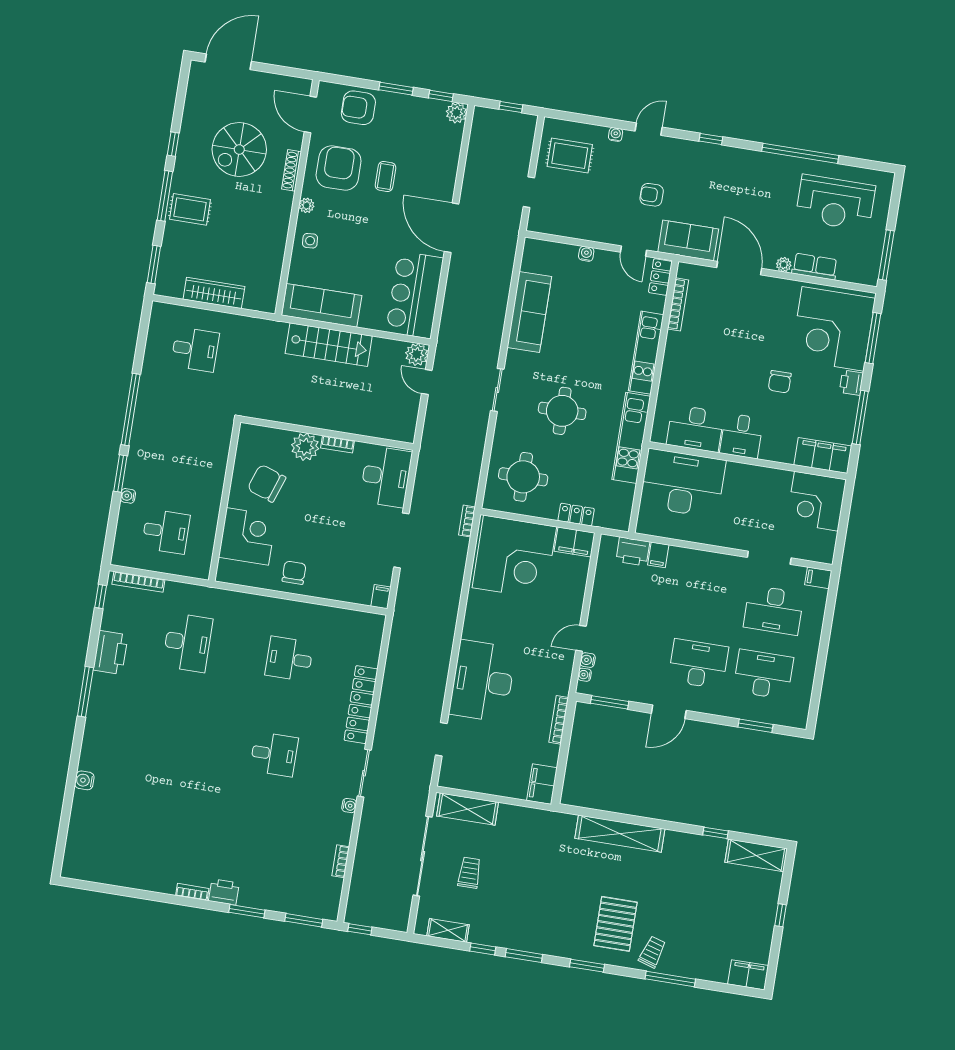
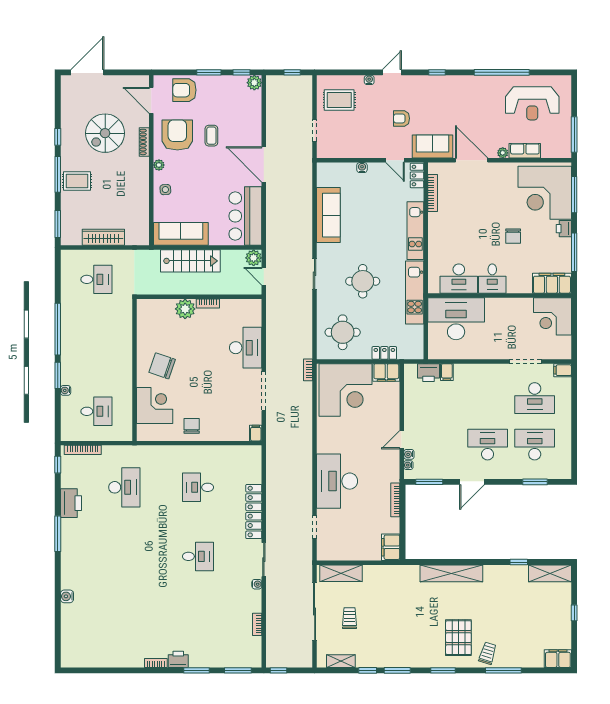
wall: (327, 433) -> (199, 297), moved
bookcase: (338, 444) -> (208, 304), moved
plant: (305, 447) -> (185, 309), moved

